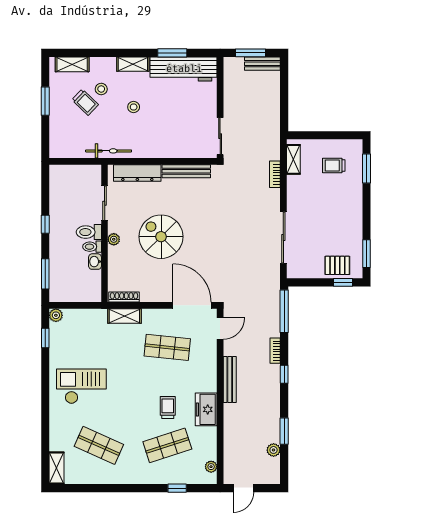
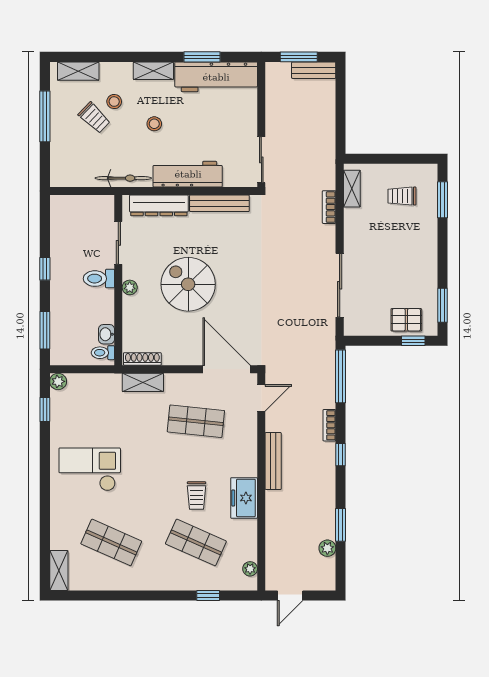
window: (45, 101) -> (45, 116), width x1.44
workbench: (161, 148) -> (188, 174), added
toilet: (92, 247) -> (103, 353), moved
washbasin: (95, 262) -> (106, 334), moved
trolley: (168, 407) -> (197, 496), turned 180
shop shelf: (167, 445) -> (196, 542), turned 42

